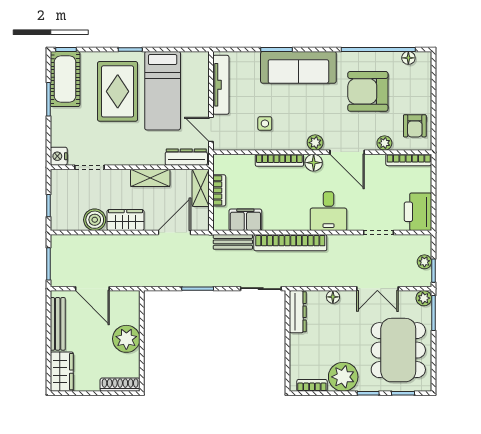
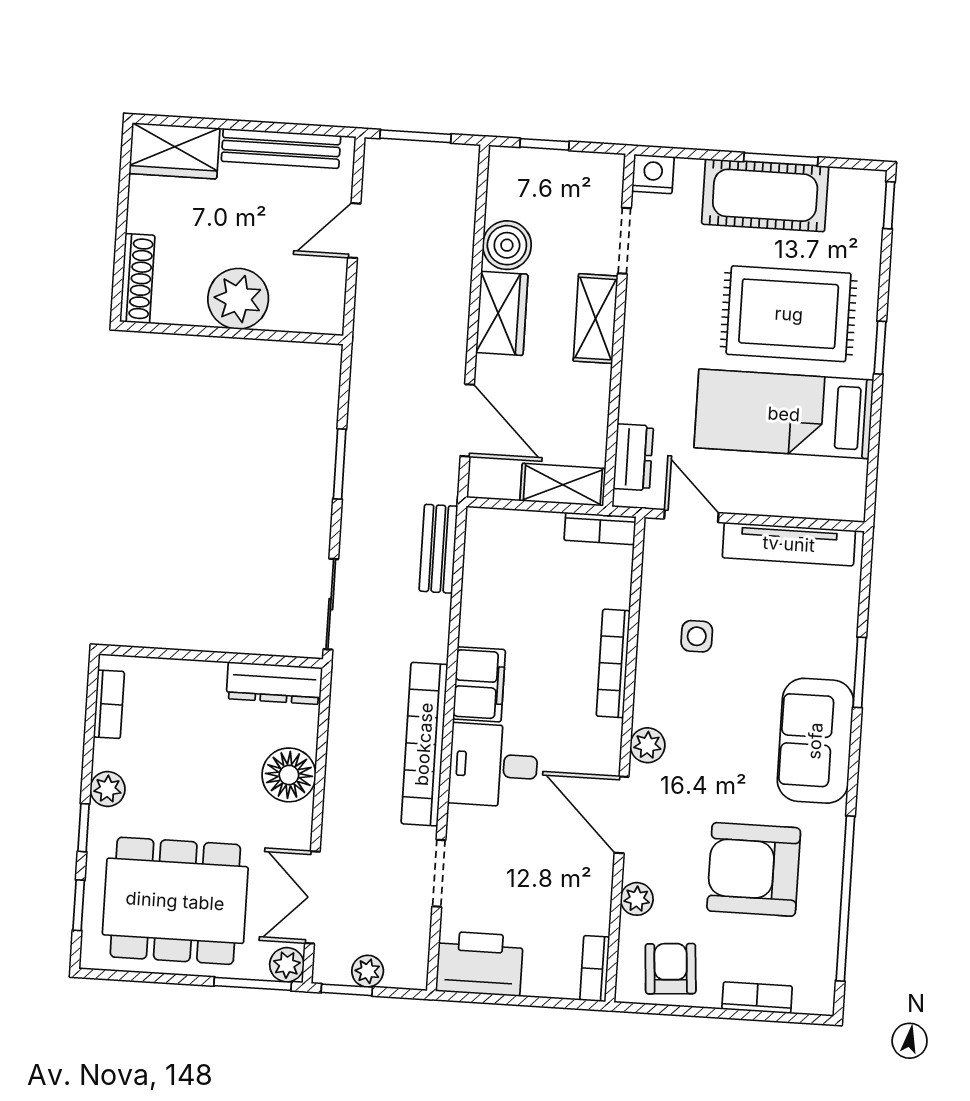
floor lamp: (408, 58) -> (822, 964), removed
sofa: (298, 67) -> (815, 741), width x0.73
cot: (65, 79) -> (765, 195), moved
bookcase: (425, 86) -> (757, 998), added
armchair: (368, 91) -> (754, 869), turned -90
armchair: (415, 126) -> (671, 969), turned 86
door: (211, 129) -> (691, 516), hinge flipped
door: (347, 152) -> (622, 815), hinge flipped
dresser: (186, 157) -> (633, 457), width x0.70
bookcase: (409, 160) -> (595, 969), width x0.64
floor lamp: (314, 163) -> (603, 739), removed
shelving: (150, 178) -> (596, 319), moved
bookcase: (219, 190) -> (600, 528), moved
filing cabinet: (245, 220) -> (479, 684), moved
bookcase: (290, 243) -> (424, 744), moved
door: (92, 289) -> (354, 231), width x0.73
double door: (377, 289) -> (312, 897), moved
floor lamp: (333, 297) -> (289, 775), width x1.89, depth x1.89
plant: (343, 377) -> (108, 789), width x0.53, depth x0.53

